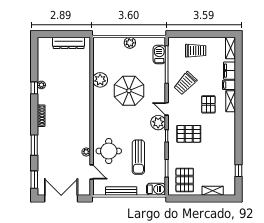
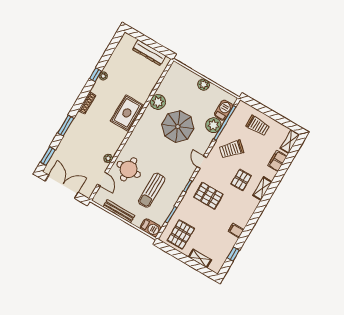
filing cabinet: (229, 85) -> (236, 231), moved
rug: (79, 104) -> (127, 113), added
plant: (158, 123) -> (213, 125), moved

